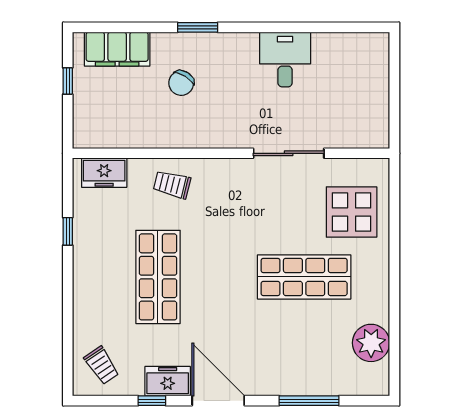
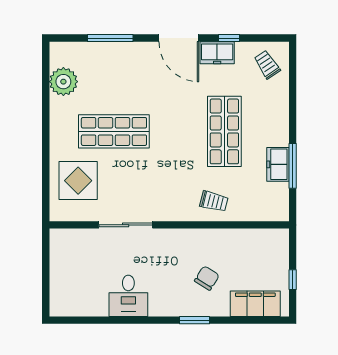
freezer: (104, 173) -> (278, 164), moved, turned -90
window: (68, 231) -> (293, 166), width x2.17

